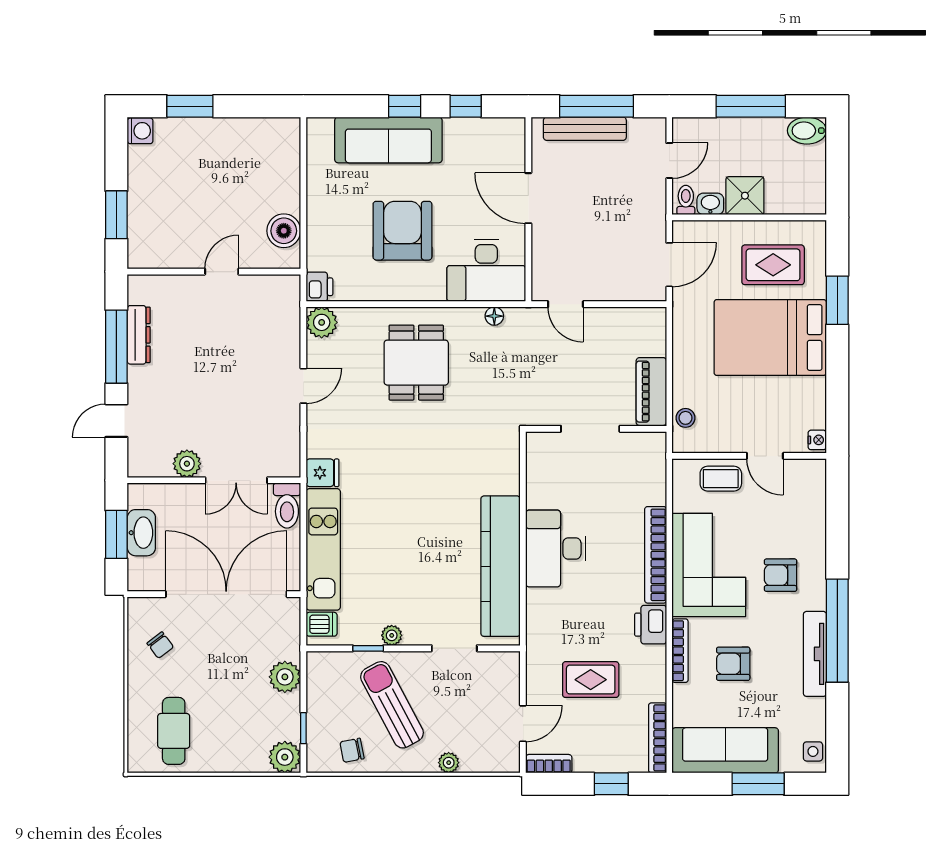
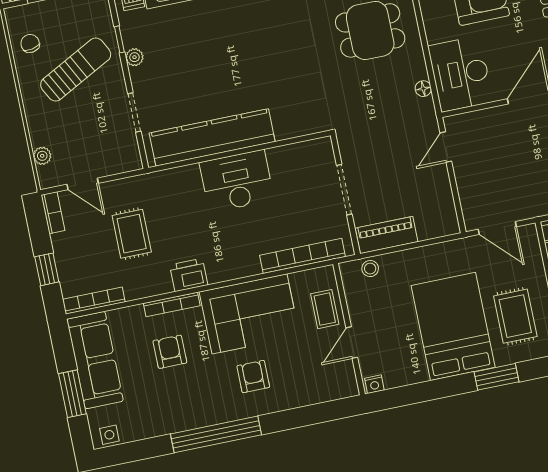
bookcase: (656, 555) -> (302, 256), moved
tv unit: (815, 654) -> (192, 419), removed
plant: (449, 763) -> (42, 156), moved

